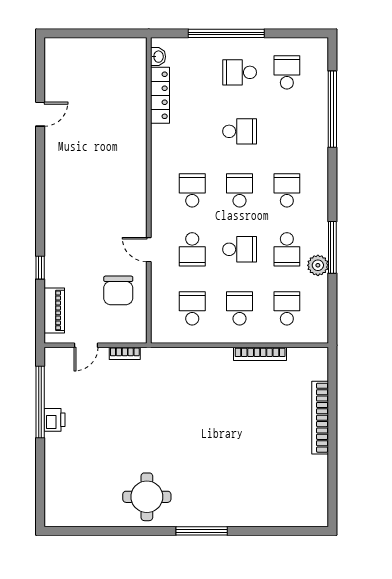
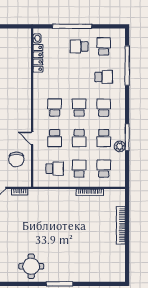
school desk: (240, 131) -> (104, 77), moved
school desk: (240, 249) -> (79, 138), turned 90
school desk: (192, 308) -> (55, 169), turned 90

